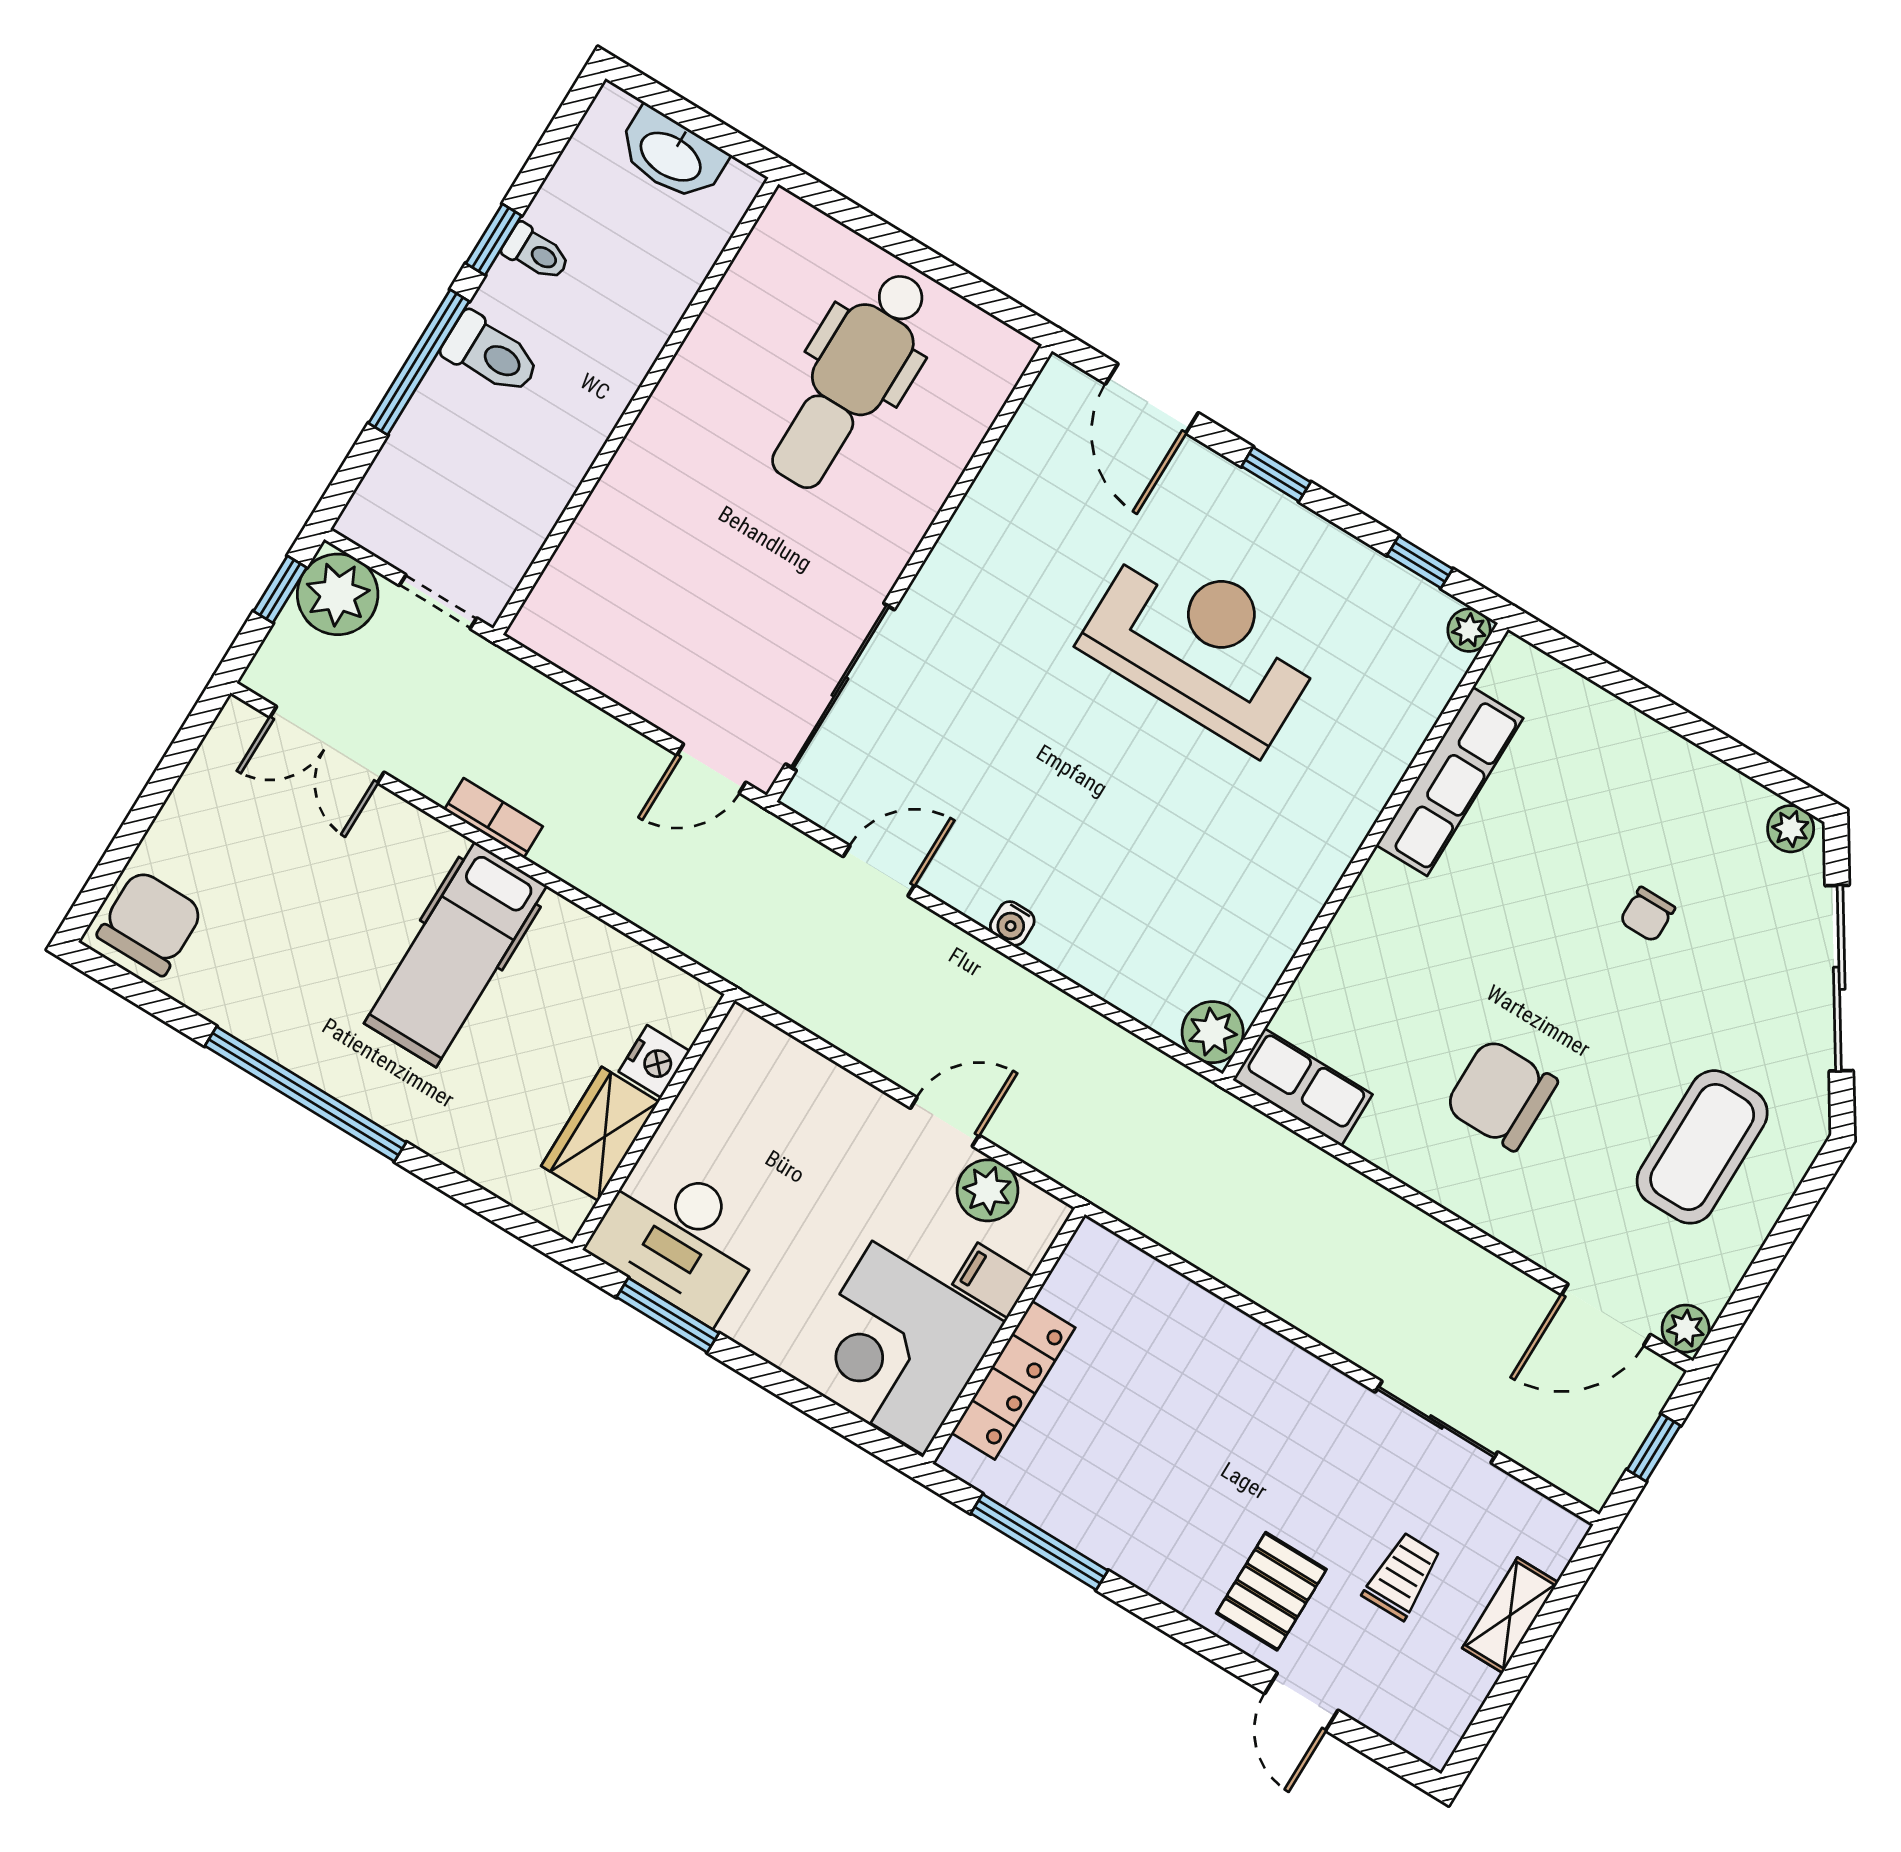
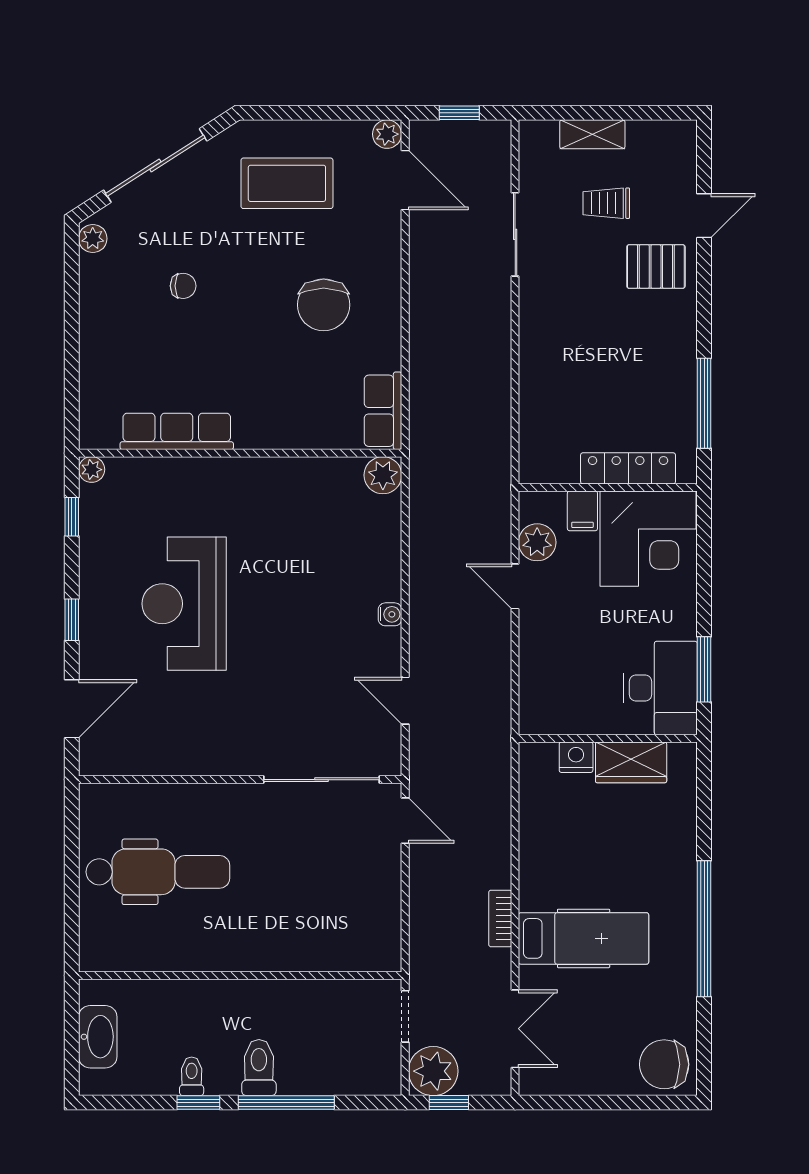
hospital bed: (455, 955) -> (584, 938), moved

